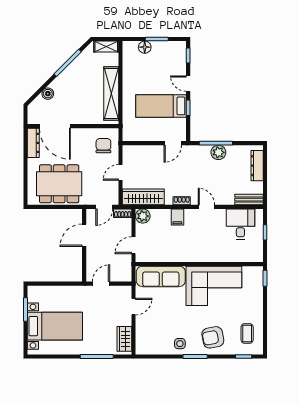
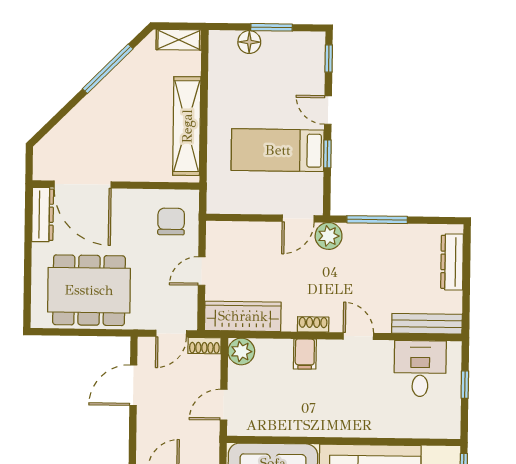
boiler: (48, 94) -> (70, 125), removed
plant: (218, 152) -> (329, 236), moved
bench: (249, 200) -> (427, 324), width x1.36

